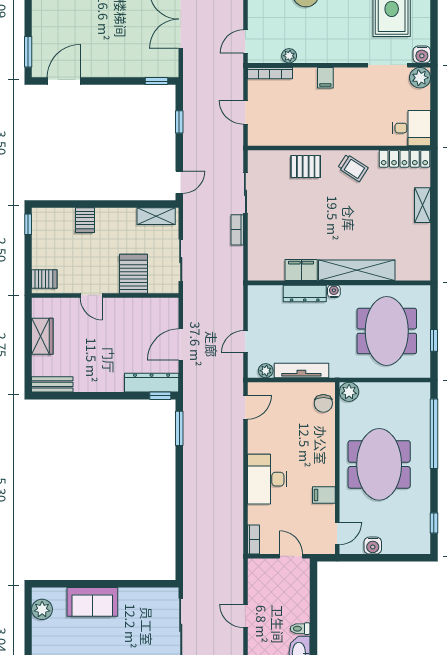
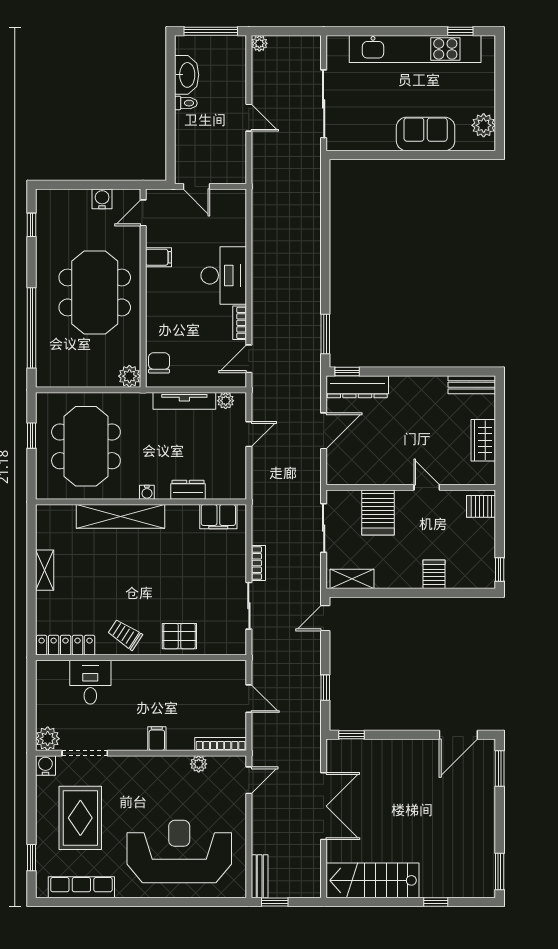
desk: (411, 128) -> (90, 682), moved, turned 90
shelving: (423, 205) -> (45, 570), moved
filing cabinet: (301, 270) -> (218, 517), moved
dresser: (305, 293) -> (188, 490), width x0.70
bookcase: (253, 540) -> (240, 323), moved

